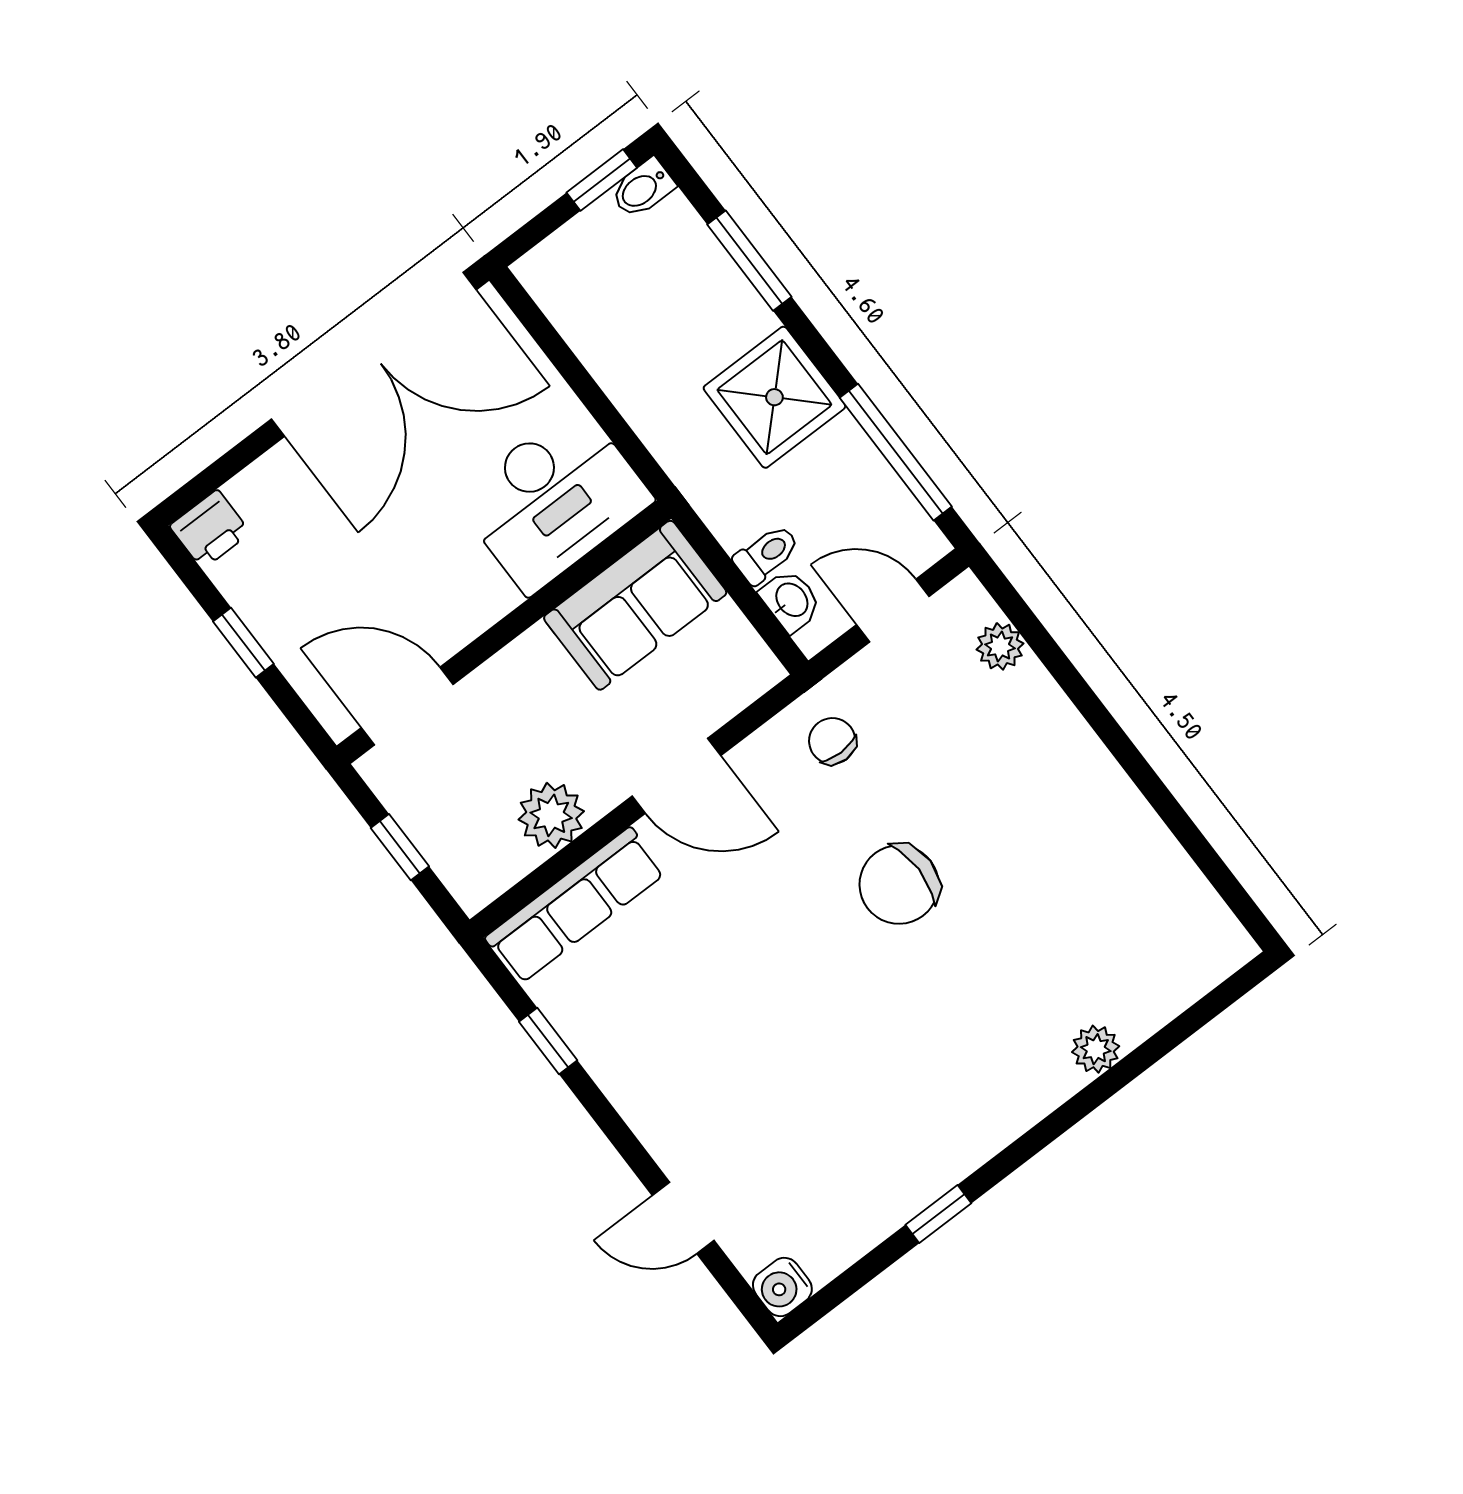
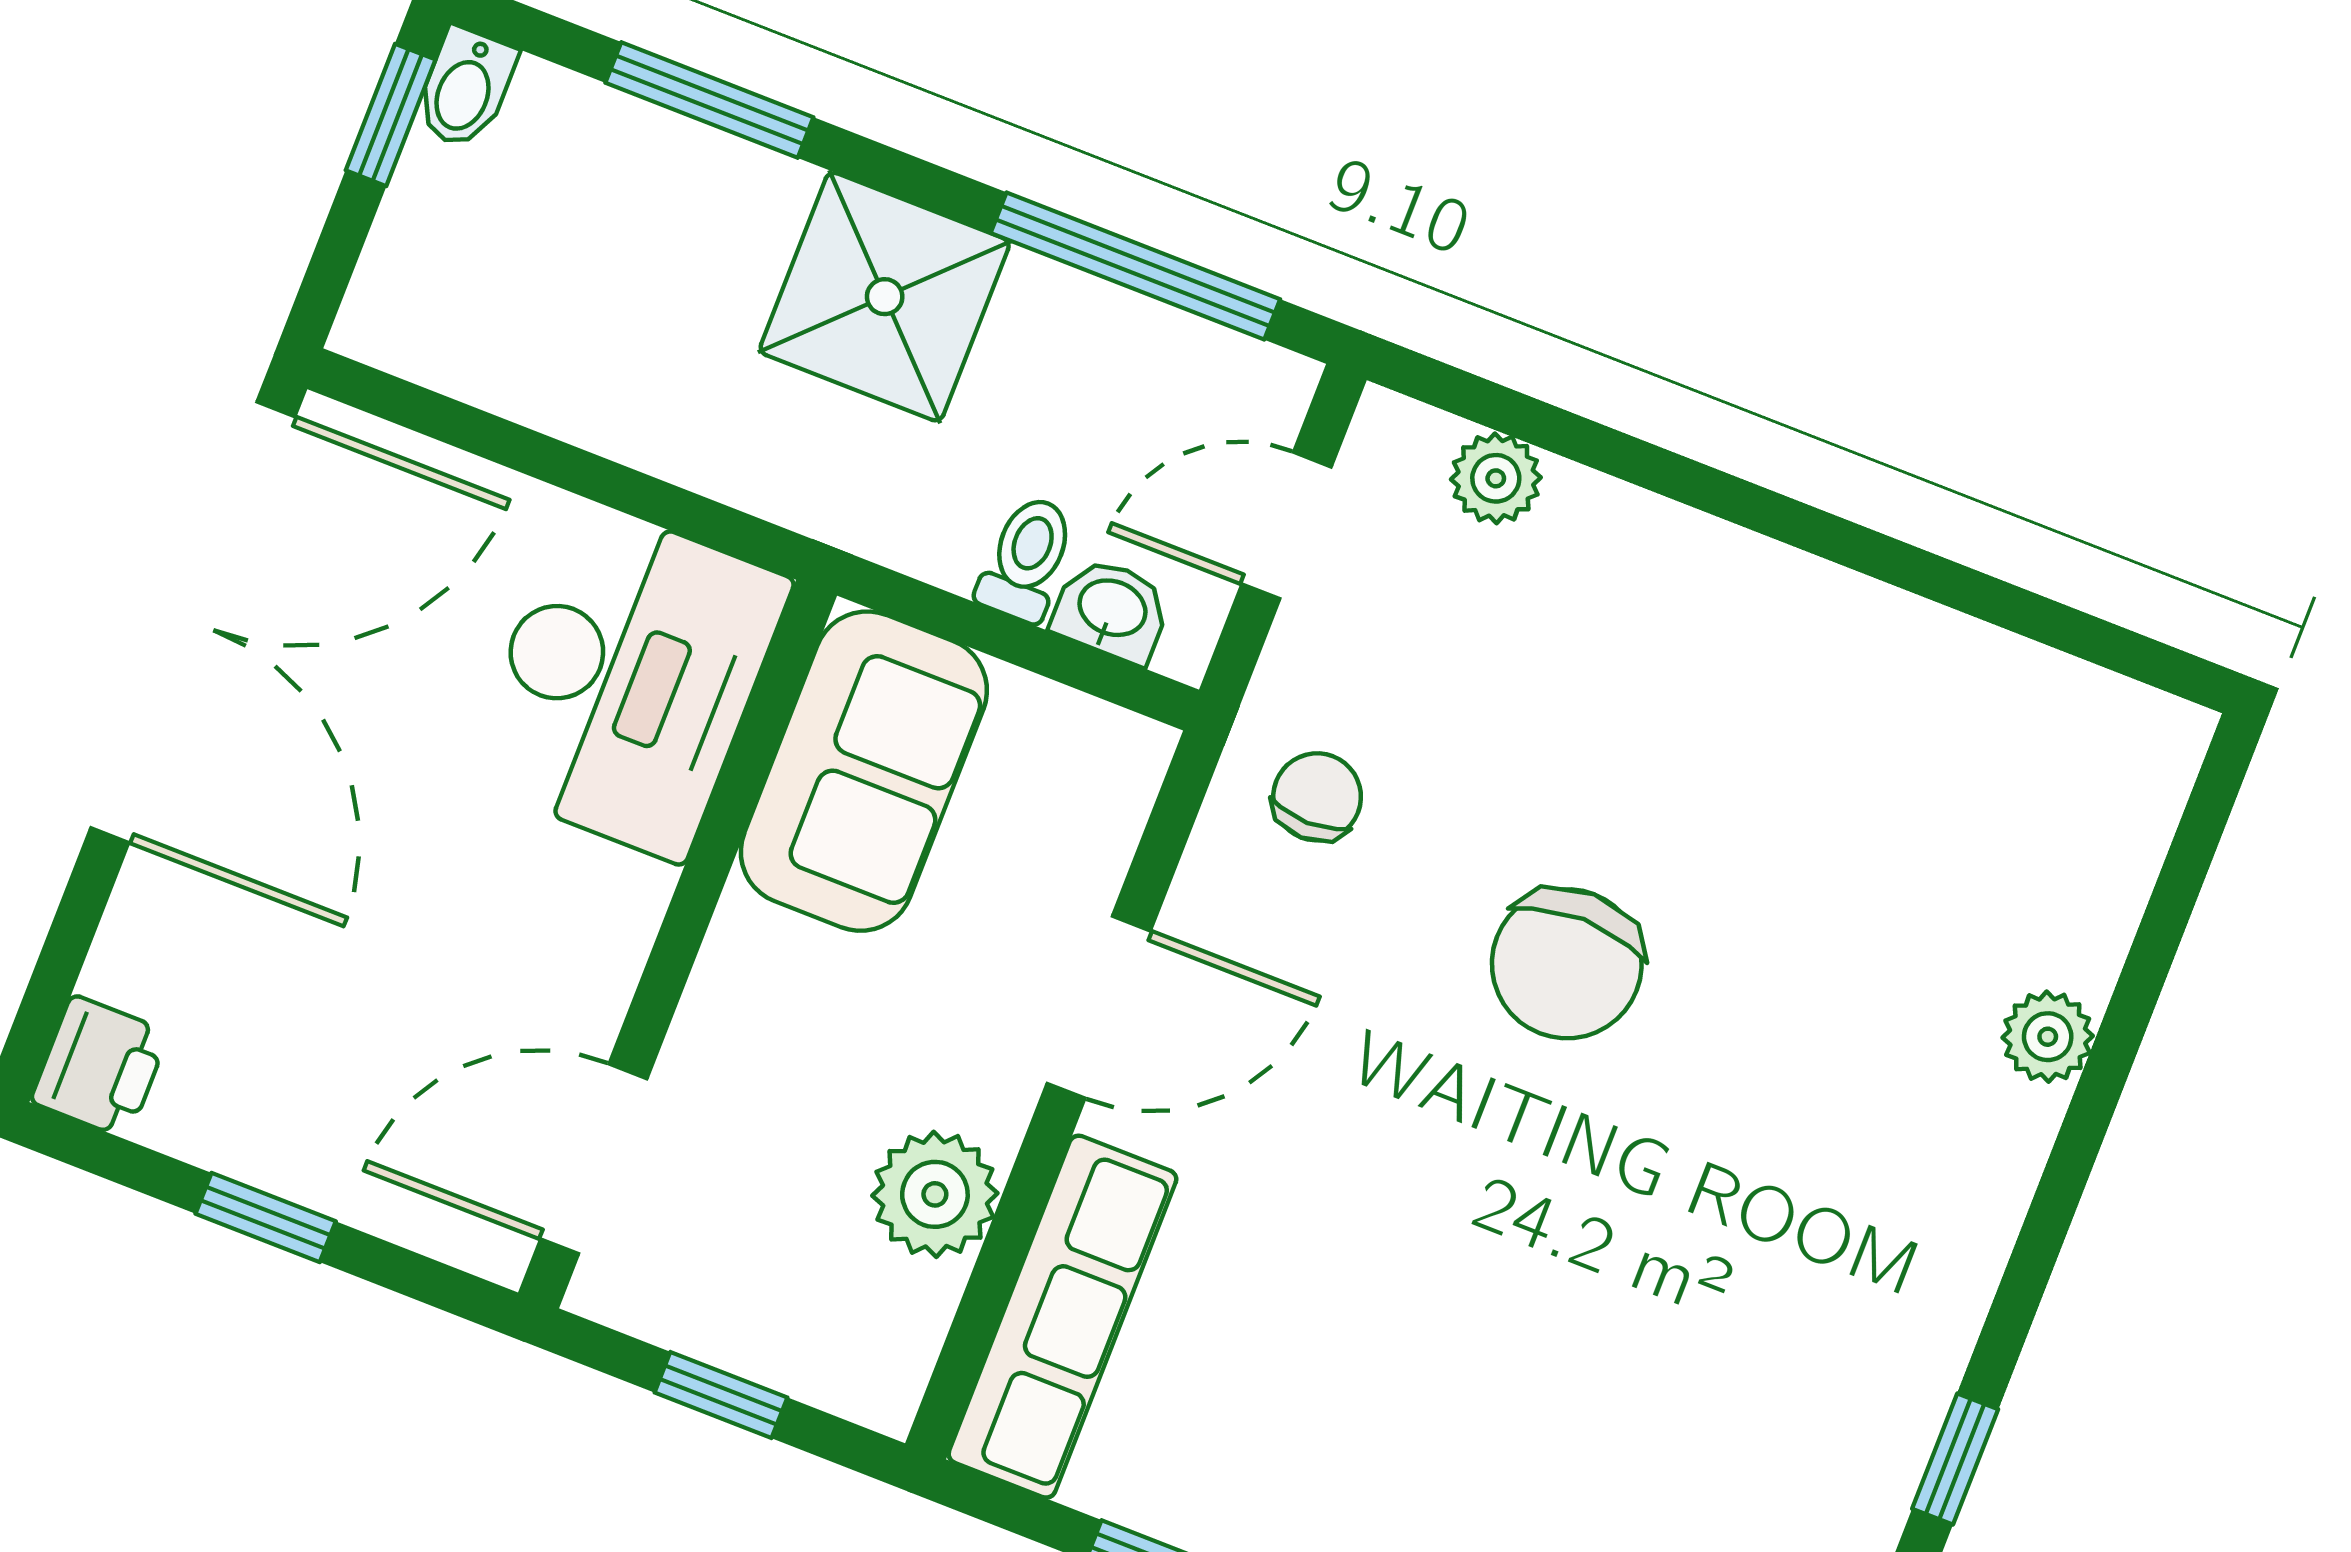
chair: (832, 741) -> (1317, 797), turned 90

